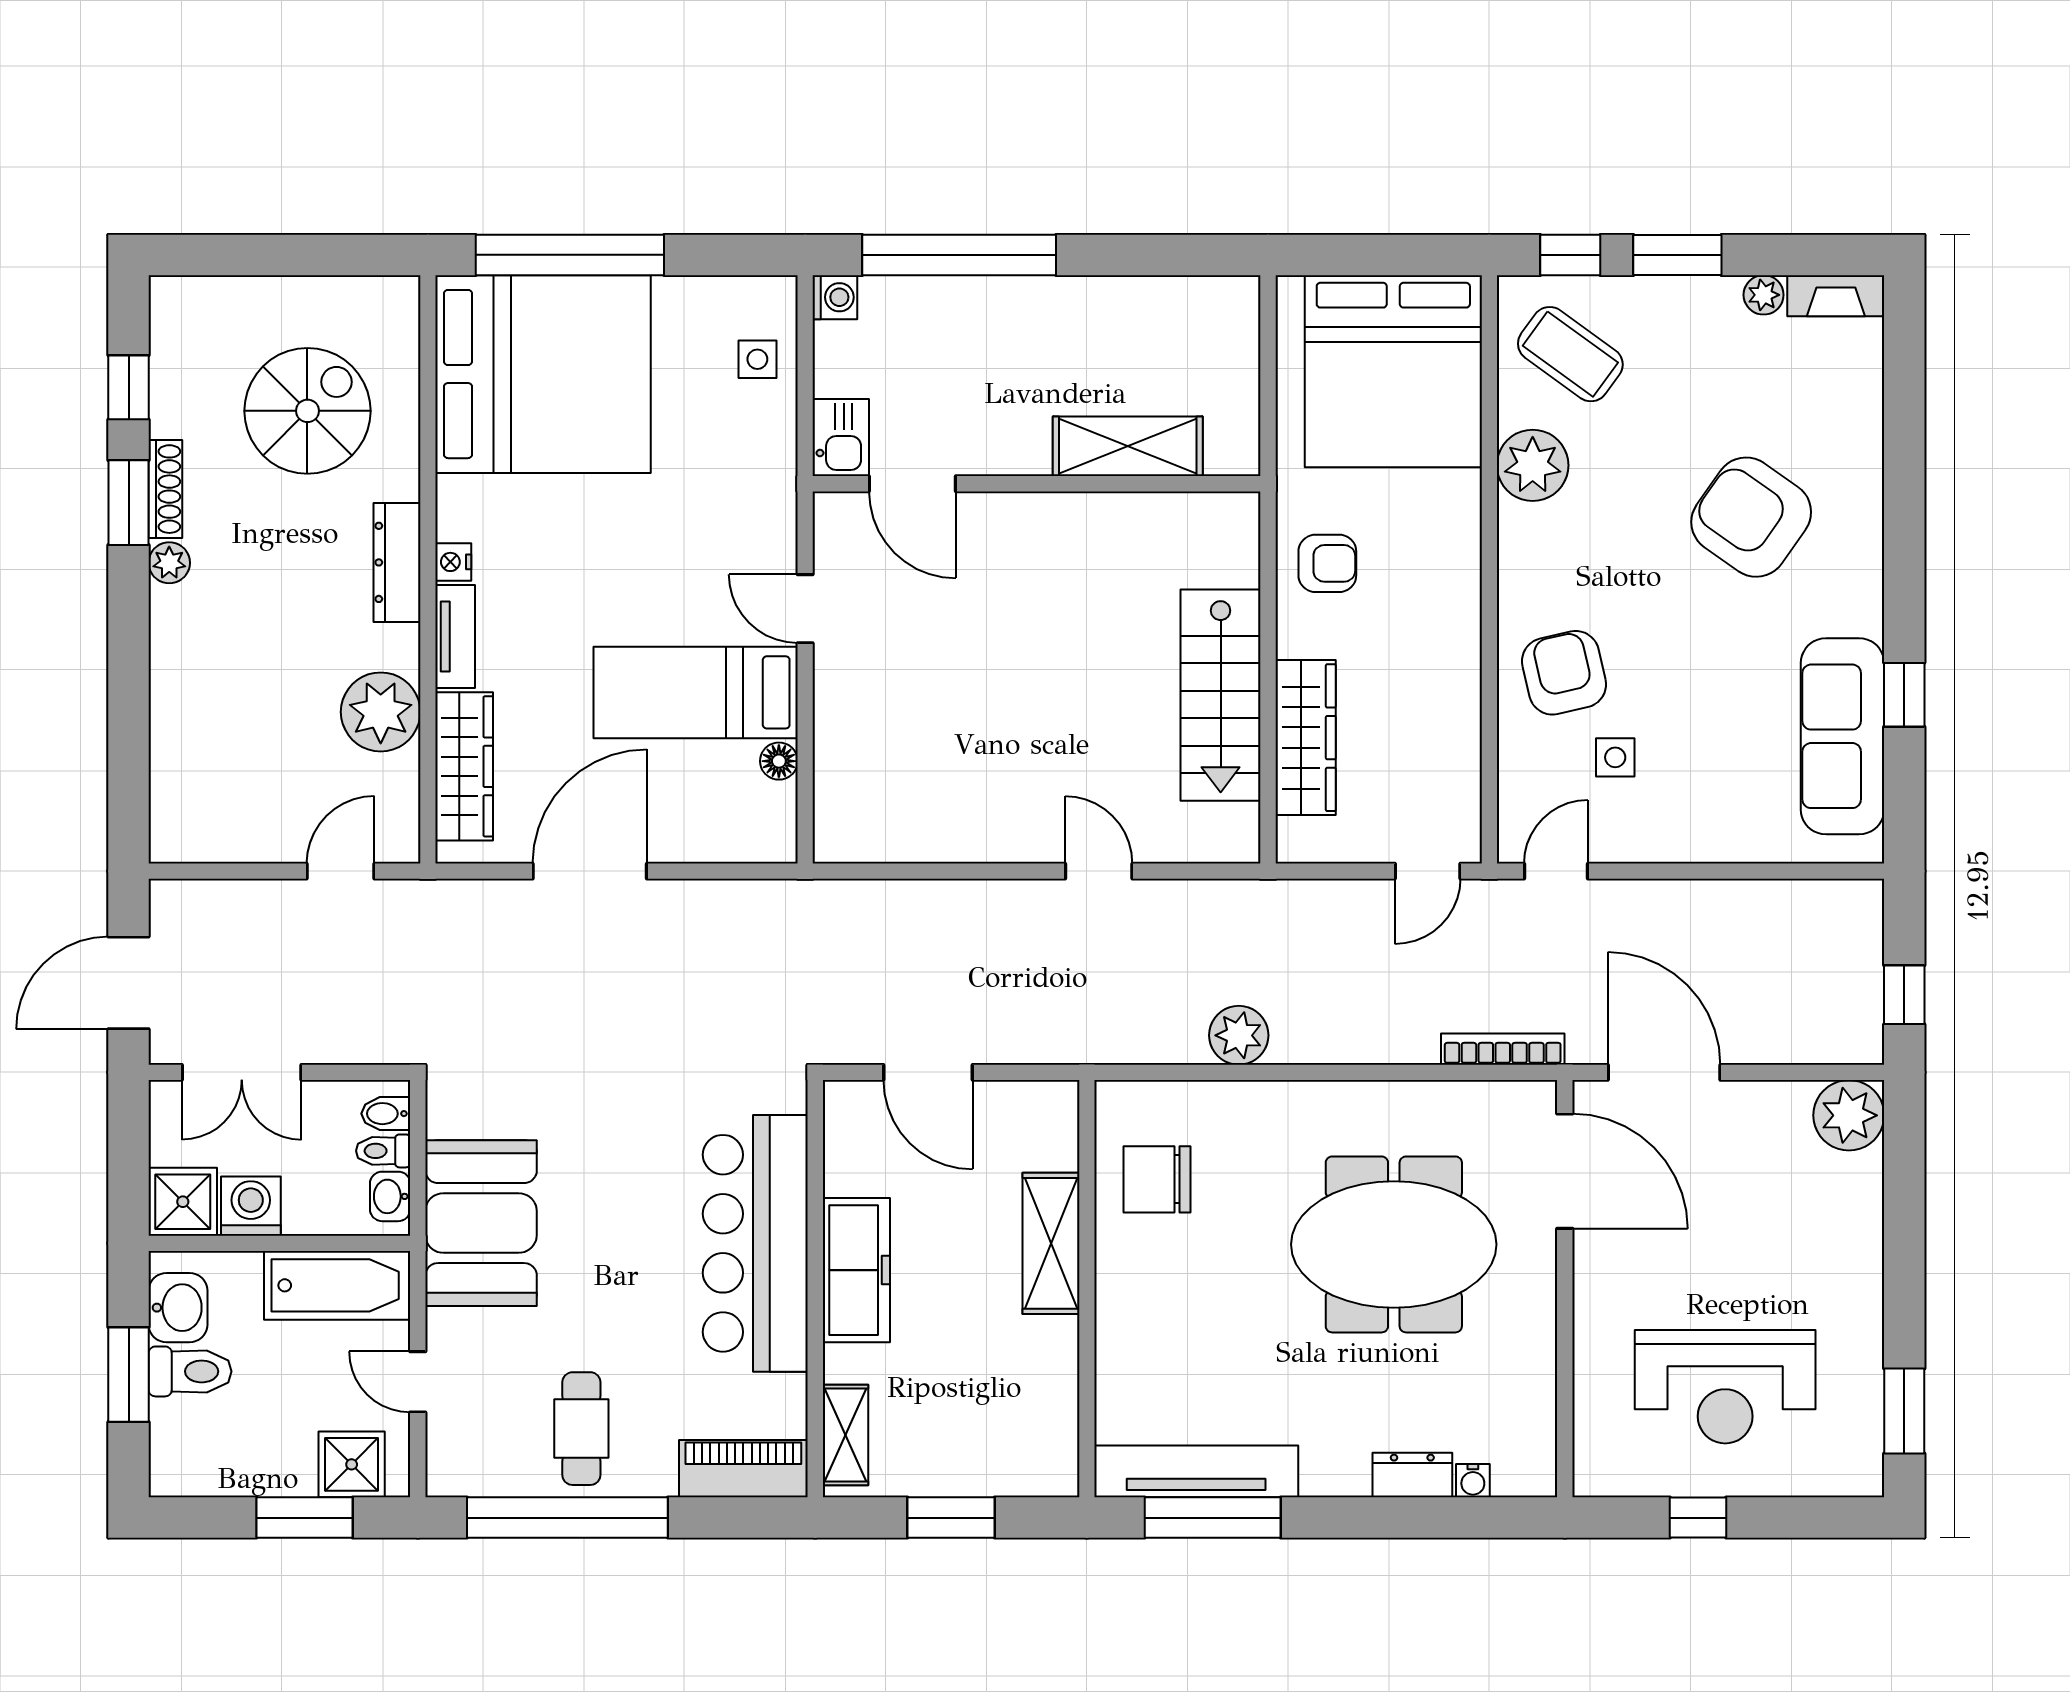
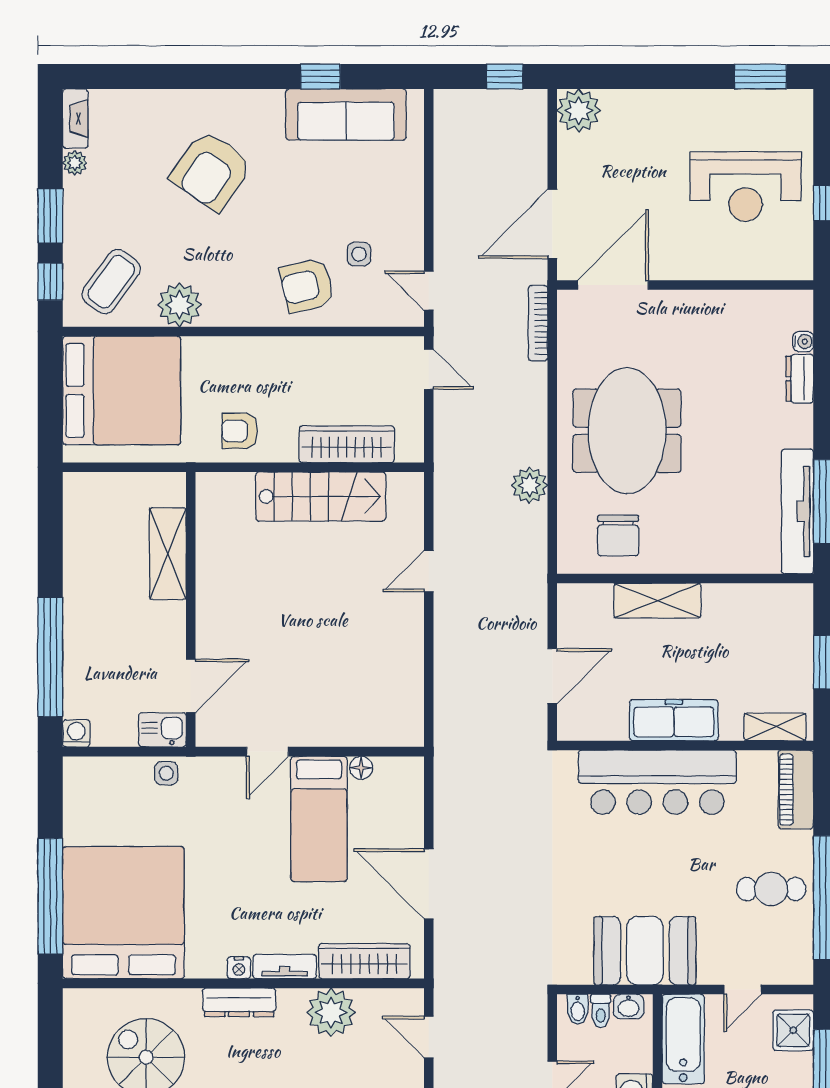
side table: (757, 359) -> (166, 773), moved
armchair: (1327, 563) -> (240, 431), turned -90
meeting table: (1394, 1244) -> (627, 431), moved
reception desk: (1725, 1387) -> (745, 187), turned 90

